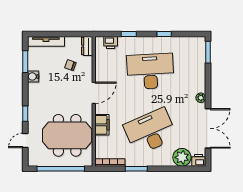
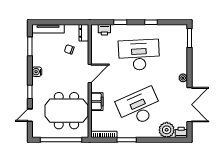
water cooler: (33, 76) -> (37, 72), moved

